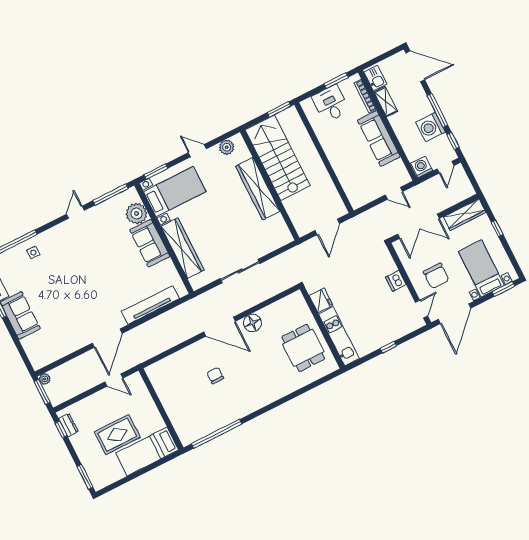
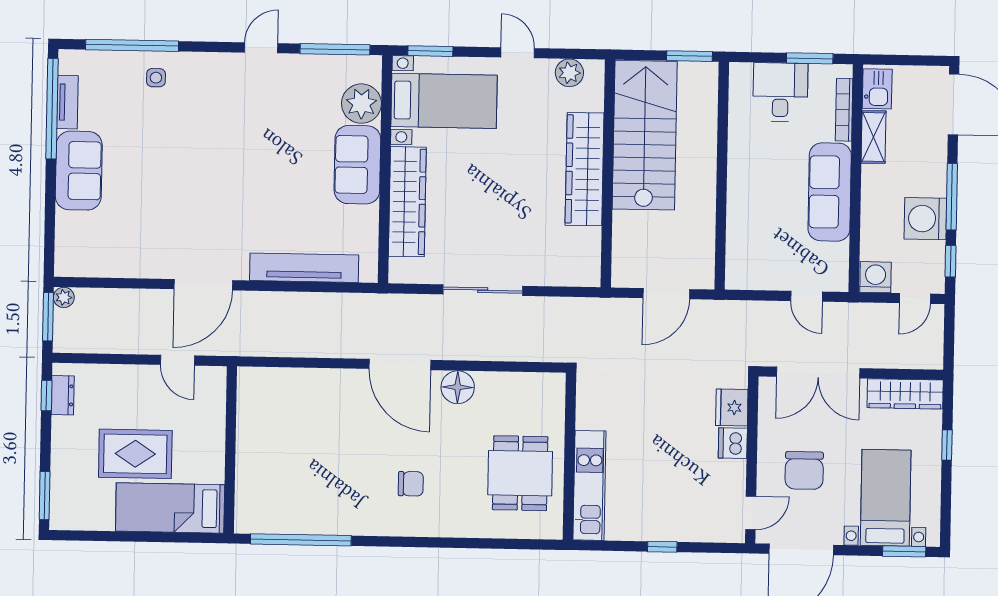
fridge: (321, 301) -> (732, 408), moved, turned 180
chair: (215, 376) -> (411, 484), moved, turned 90

